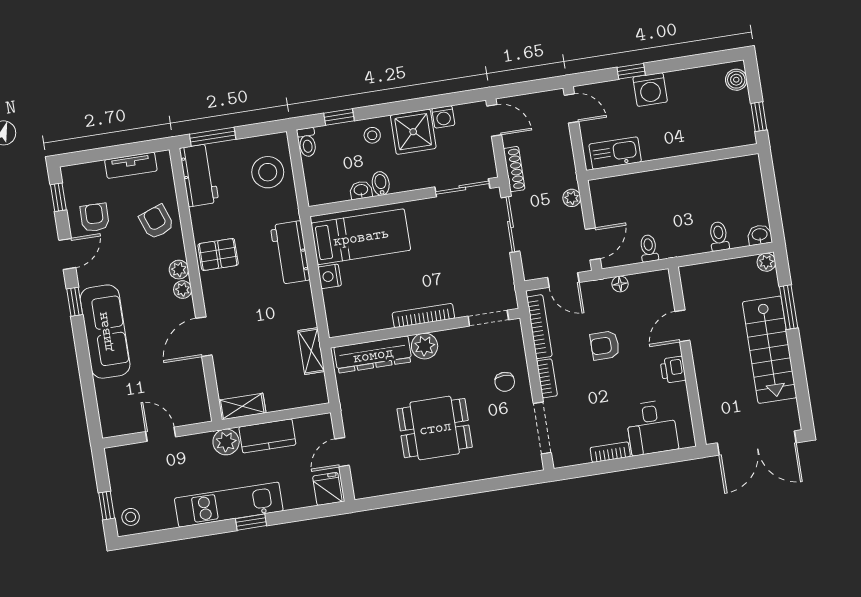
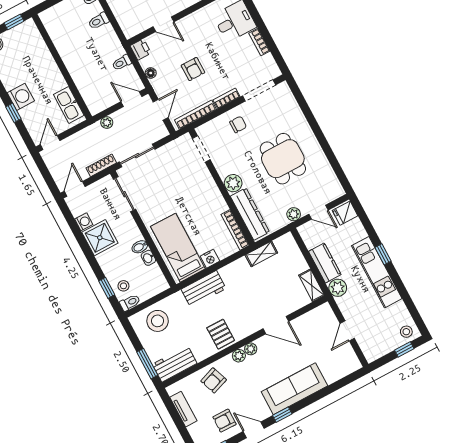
stool: (372, 135) -> (123, 286), moved
bookcase: (423, 316) -> (235, 230), moved
printer: (673, 370) -> (141, 49), moved, turned -90
plant: (351, 416) -> (294, 214), added

